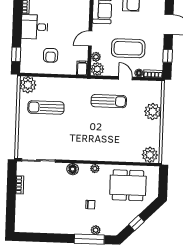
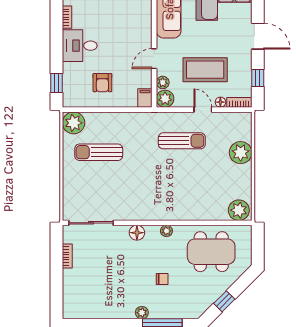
plant: (96, 230) -> (142, 313), moved

